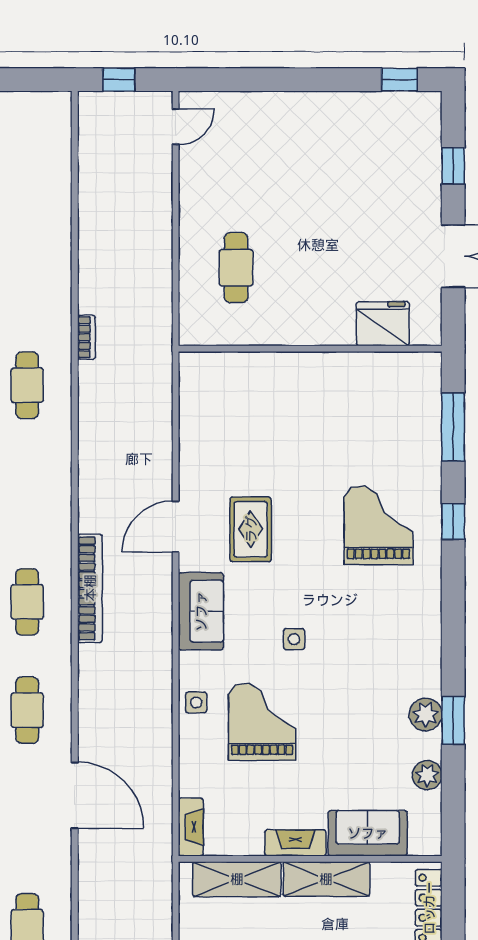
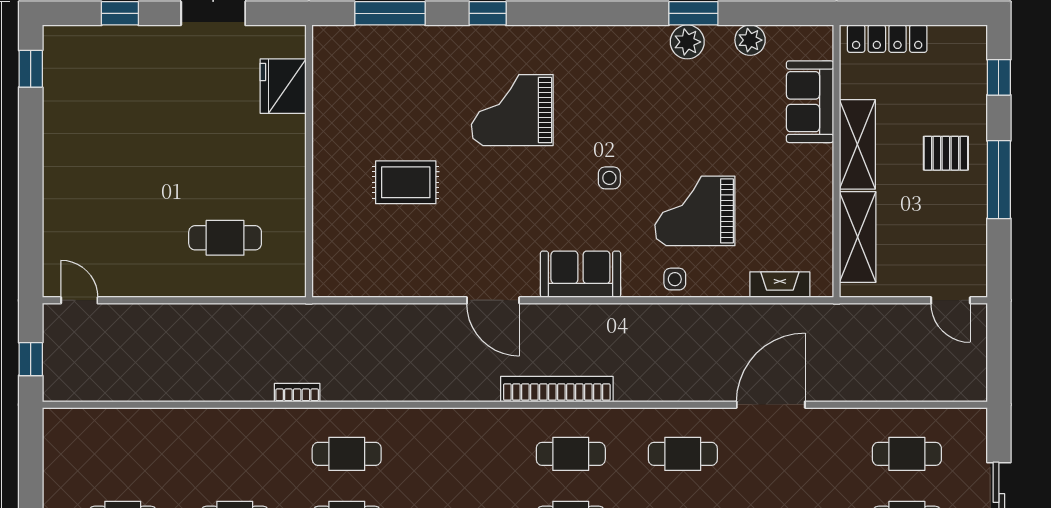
grand piano: (378, 525) -> (512, 110), moved
rug: (251, 529) -> (406, 182), moved
fireplace: (191, 827) -> (780, 285), moved
fireplace: (295, 843) -> (820, 176), removed

